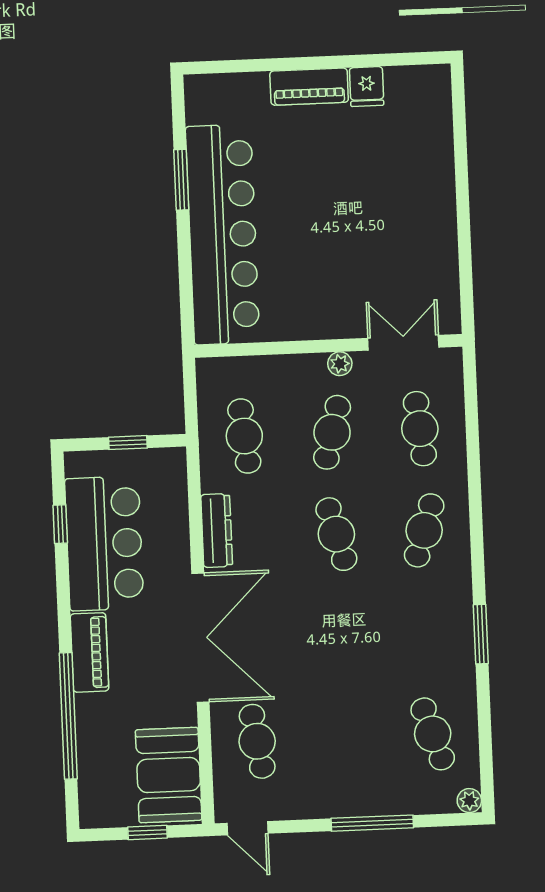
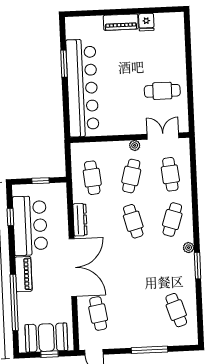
cafe table: (402, 241) -> (162, 91), added
booth: (169, 775) -> (46, 338), moved, turned 90
plant: (469, 801) -> (189, 248), moved

